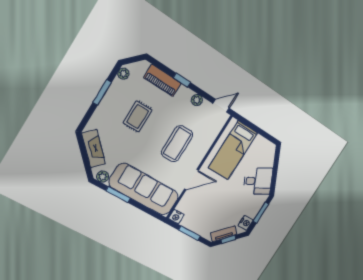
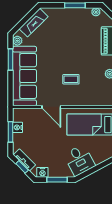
rug: (138, 117) -> (73, 39), removed
coffee table: (177, 144) -> (71, 79), width x0.54, depth x0.58
nightstand: (176, 217) -> (18, 127), moved

